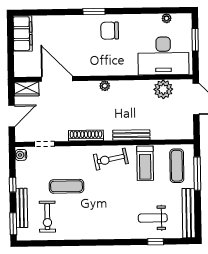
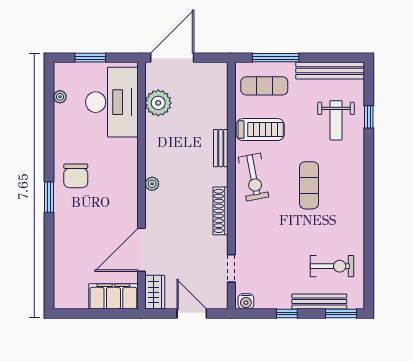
filing cabinet: (23, 34) -> (113, 296), moved
bench: (131, 135) -> (221, 148), width x0.73
exercise mat: (67, 186) -> (309, 185), moved

